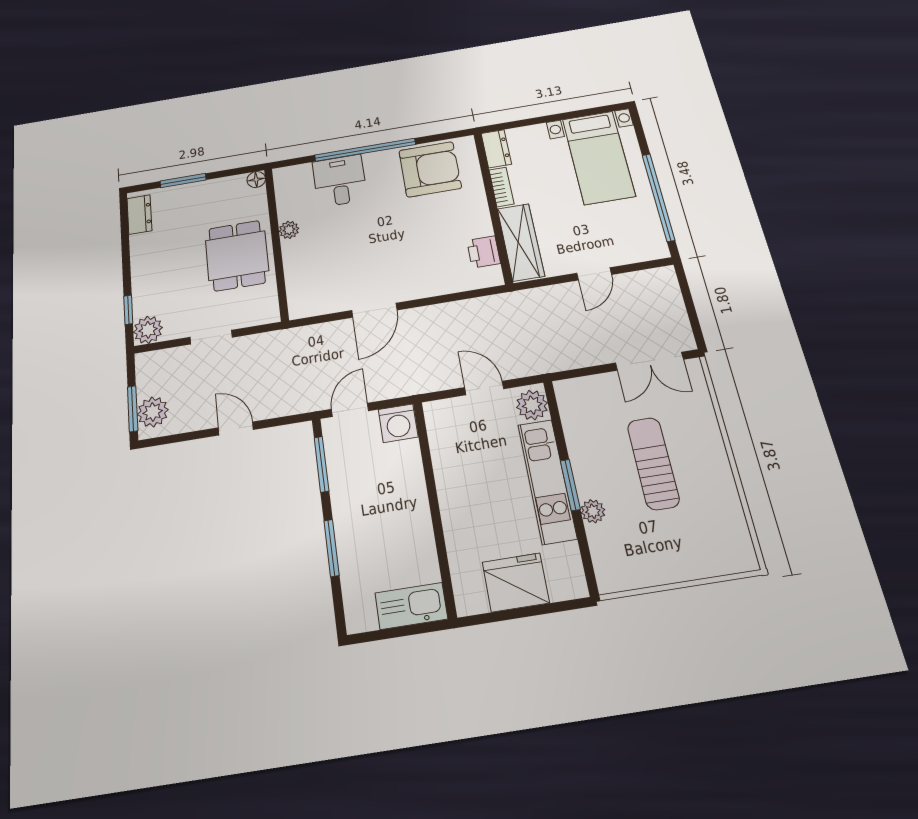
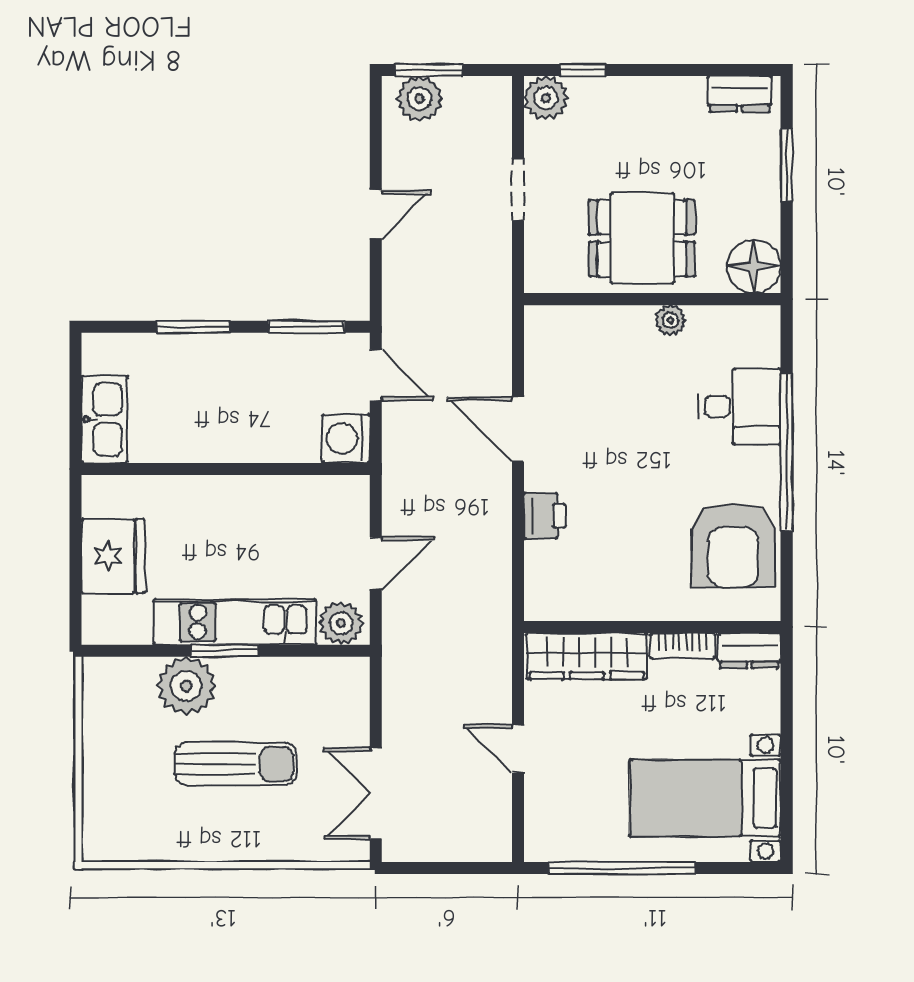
floor lamp: (256, 180) -> (754, 266), width x1.89, depth x1.89
printer: (484, 252) -> (545, 516), moved, turned 90
plant: (593, 511) -> (186, 686), width x1.88, depth x1.88

